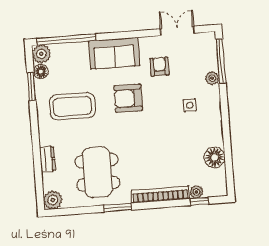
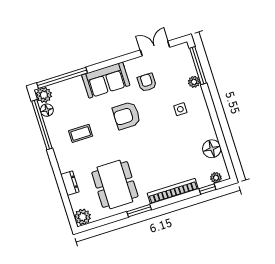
window: (31, 87) -> (42, 125), width x2.11
coffee table: (72, 106) -> (81, 133), width x0.54, depth x0.58
plant: (196, 192) -> (216, 178), moved

